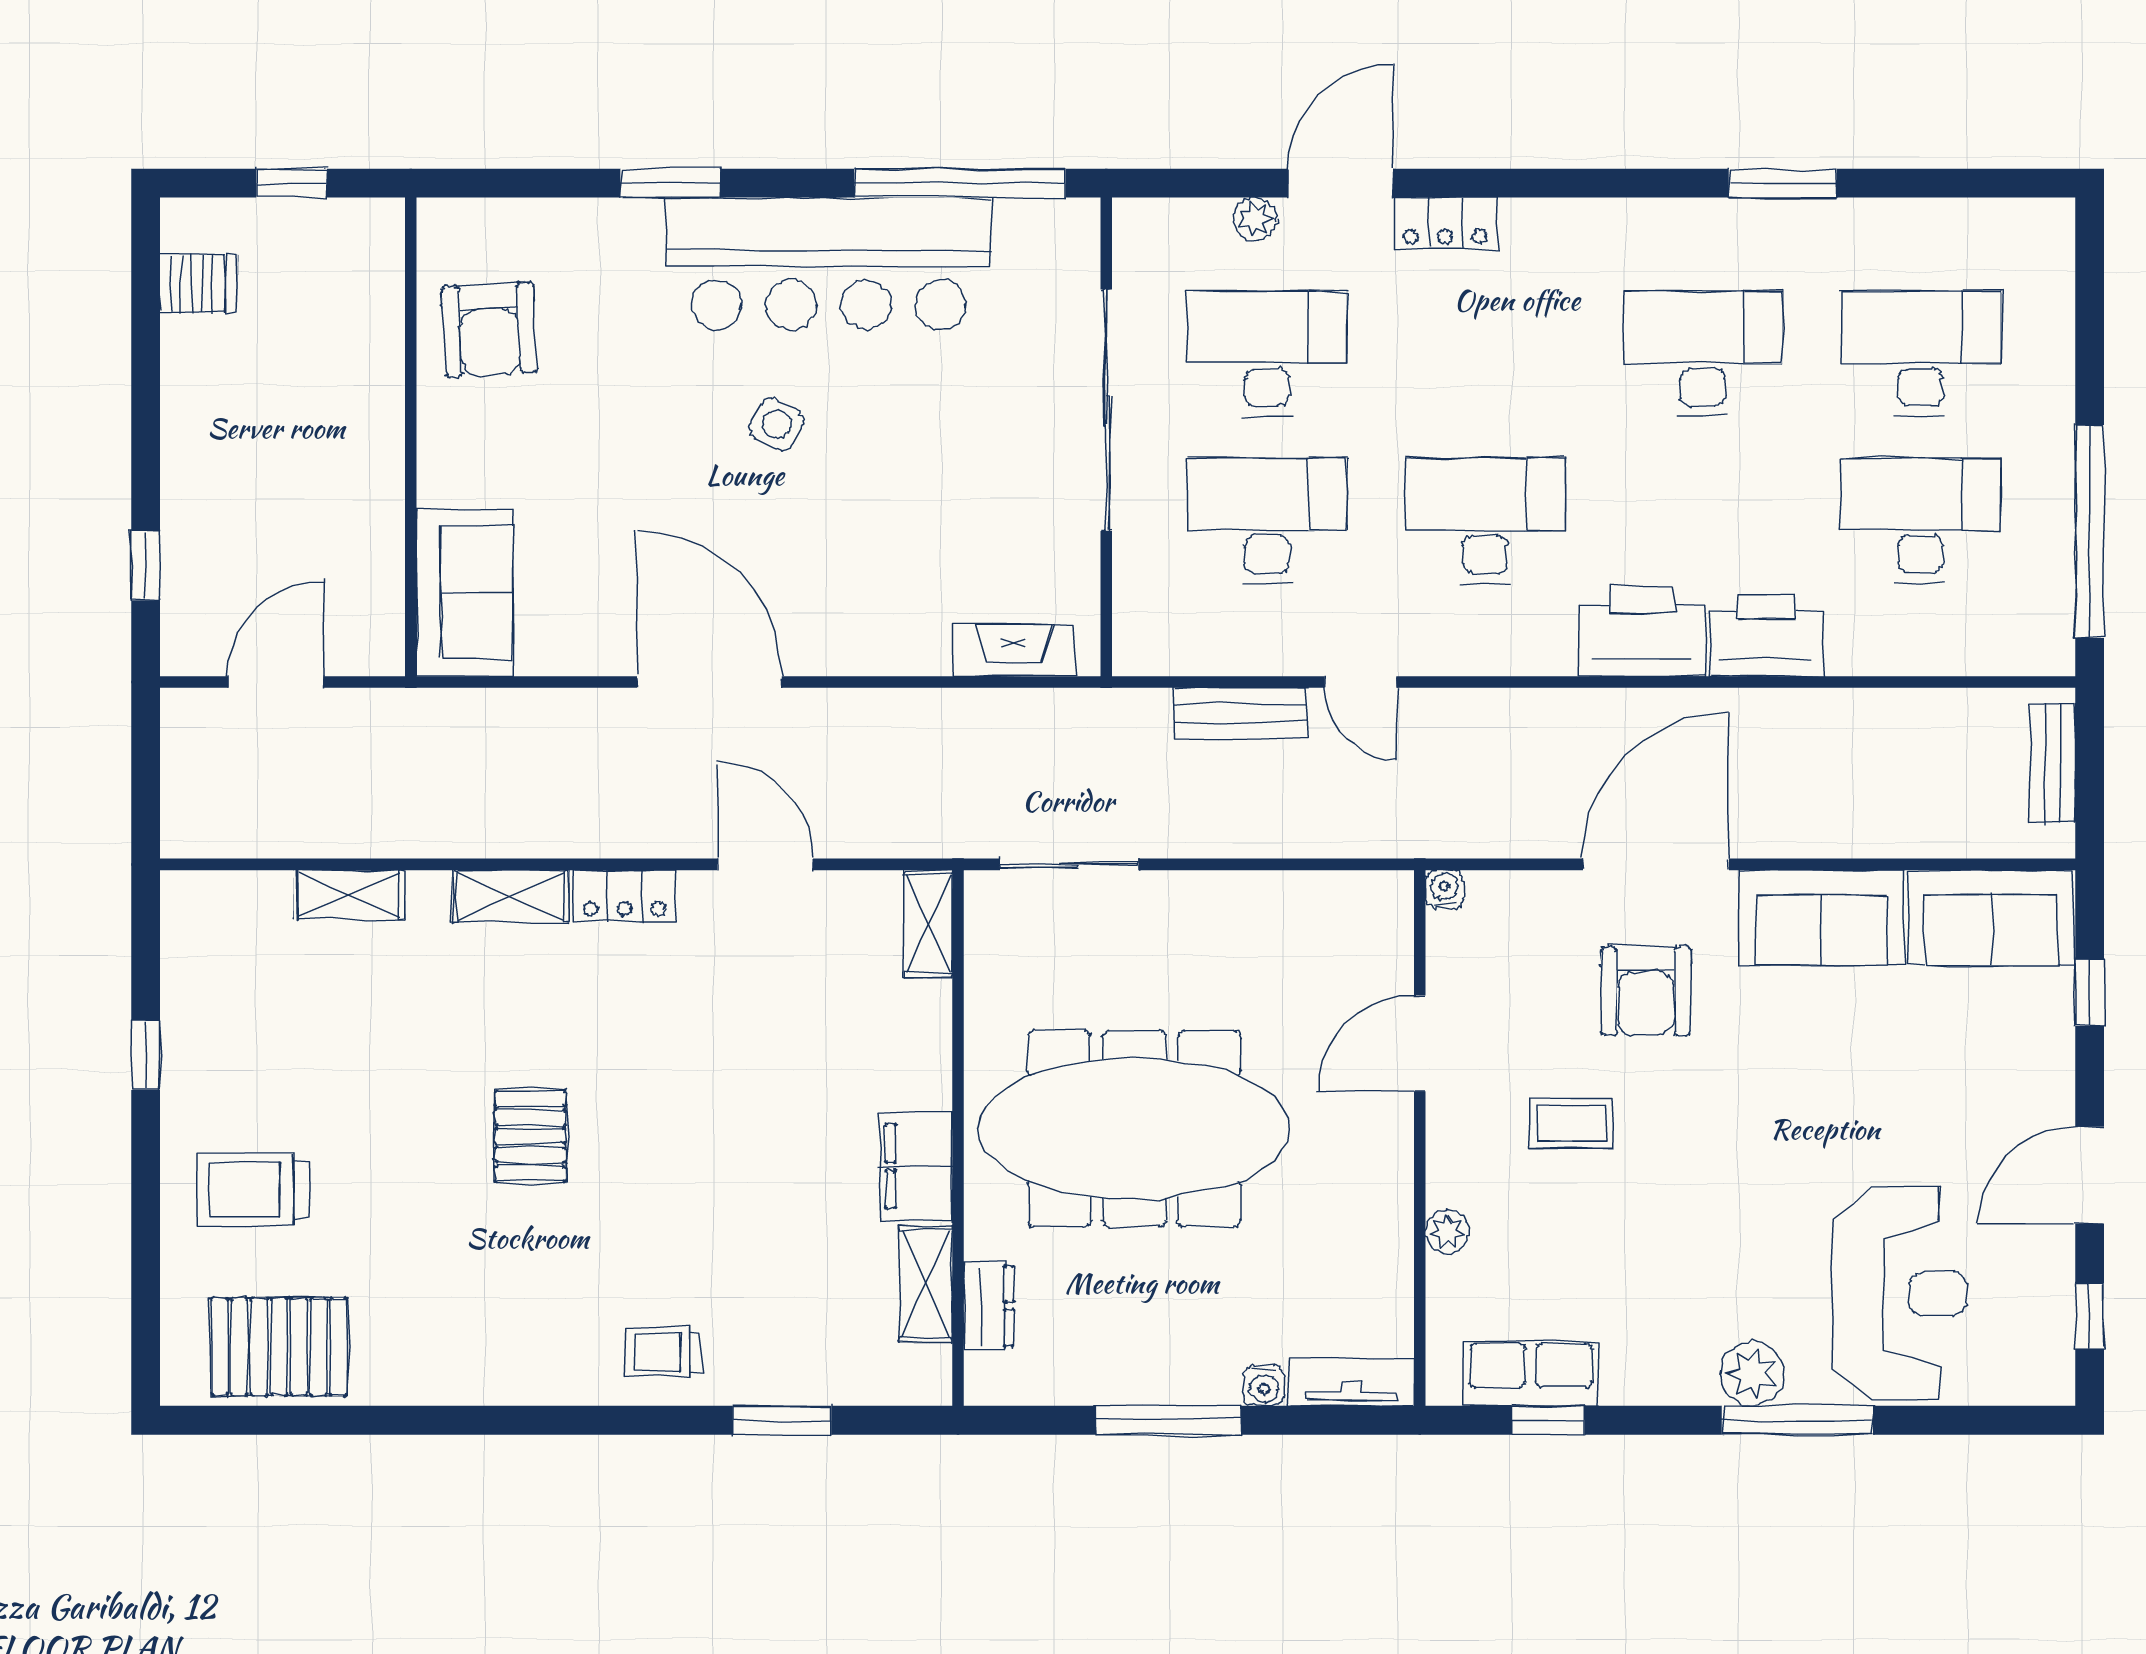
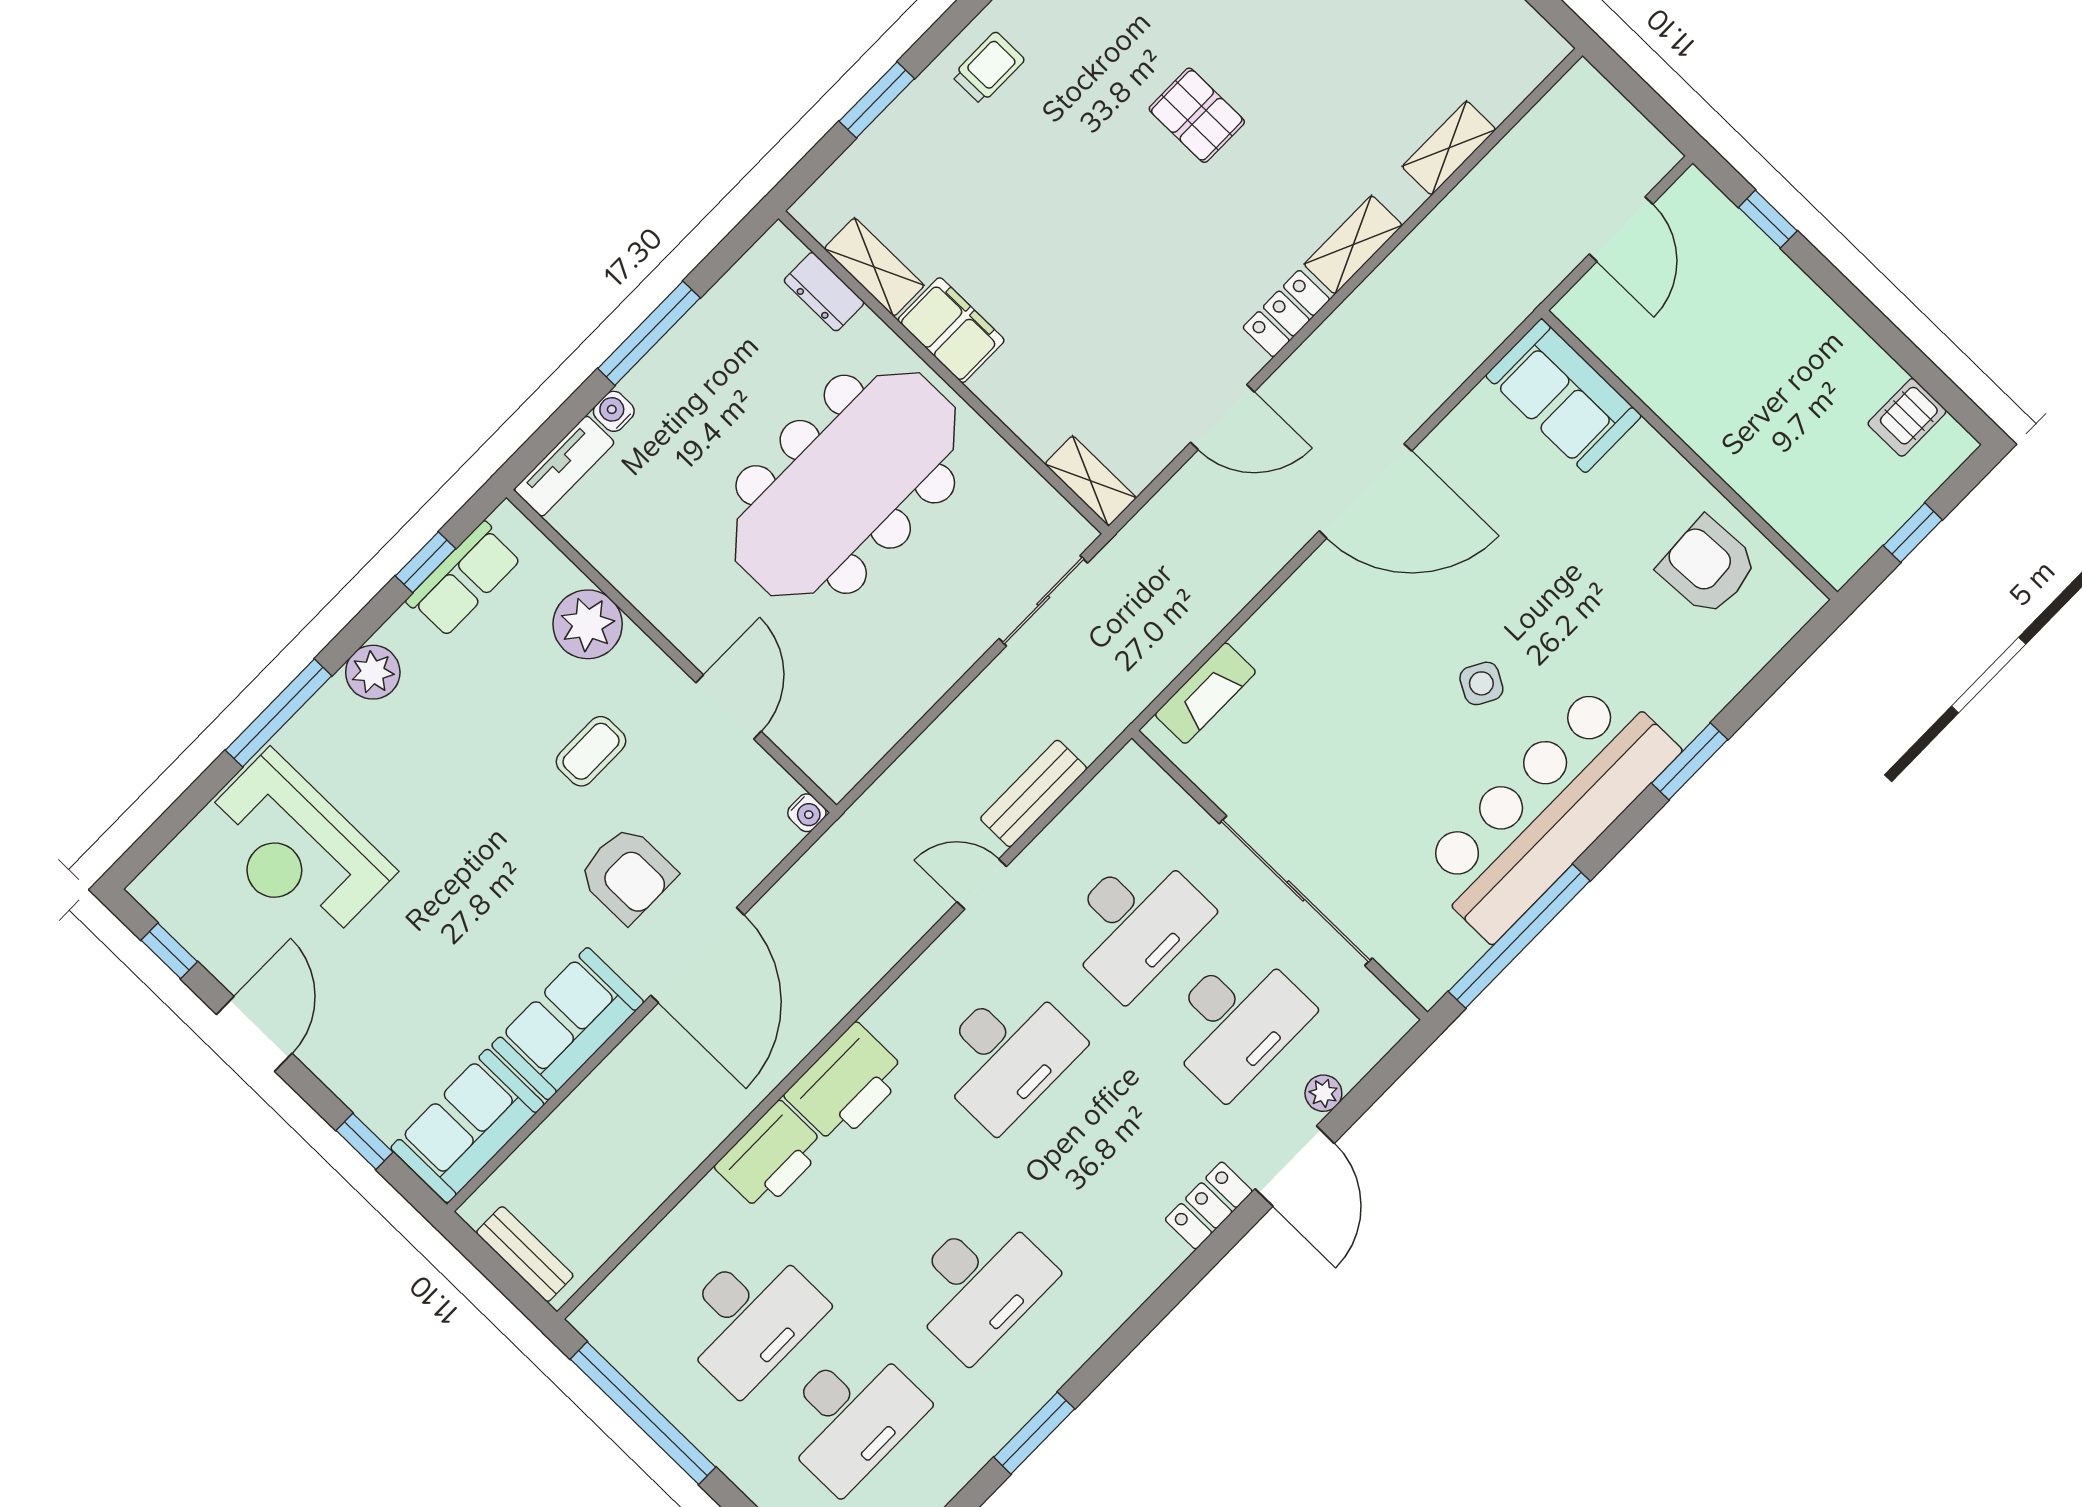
armchair: (1646, 991) -> (627, 874), turned 180
plant: (1447, 1231) -> (588, 624), width x1.87, depth x1.87
plant: (1752, 1374) -> (373, 672), moved

